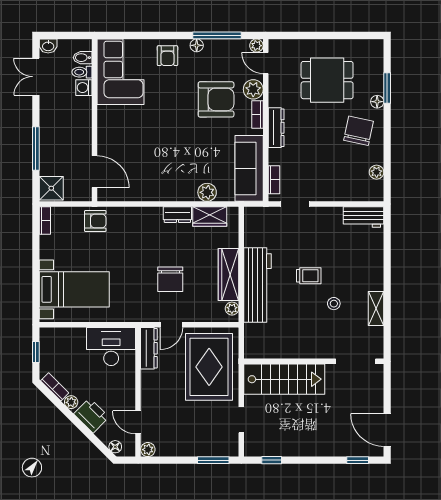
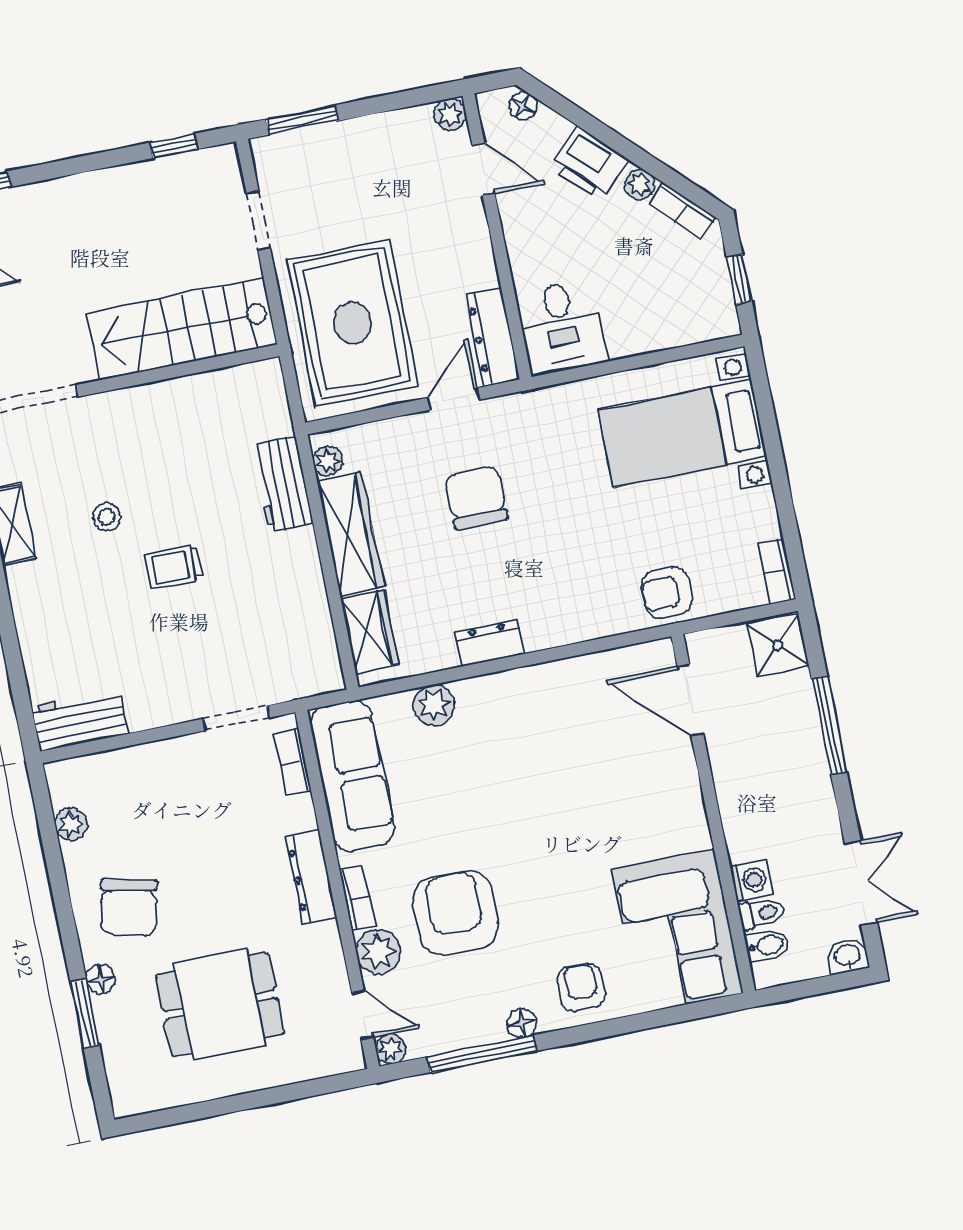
armchair: (216, 99) -> (455, 913), turned 90
wardrobe: (210, 216) -> (370, 632), moved, turned 90
workbench: (257, 285) -> (282, 484), width x0.53, depth x0.76
desk: (111, 346) -> (562, 327), width x0.73

